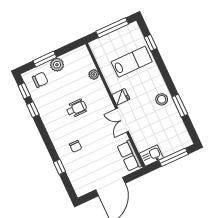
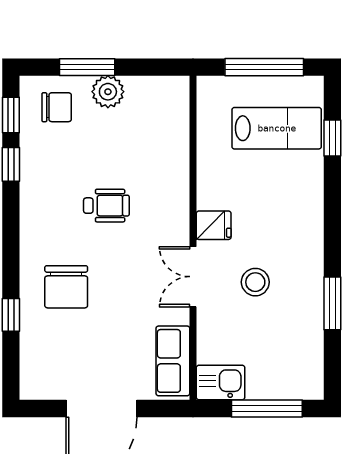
lab bench: (132, 62) -> (277, 128), moved
plant: (94, 74) -> (178, 150), removed
stool: (162, 99) -> (255, 282), moved
chair: (76, 146) -> (66, 287), width x1.87, depth x1.87

